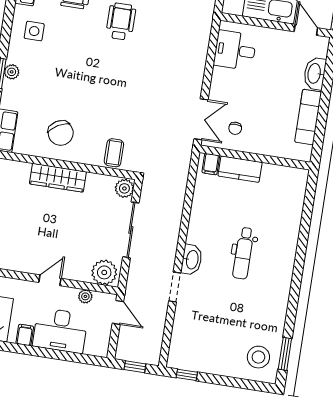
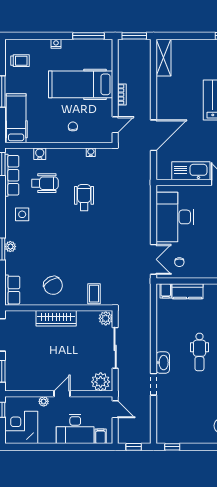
desk: (235, 50) -> (175, 217), width x1.87, depth x1.30
plant: (85, 296) -> (44, 401), moved
filing cabinet: (25, 335) -> (101, 436), moved

